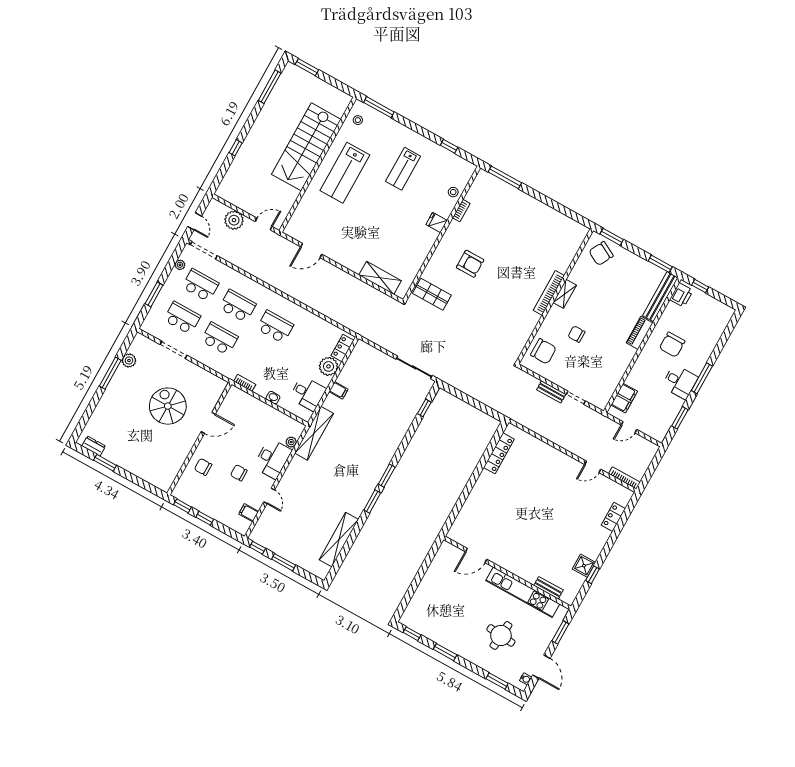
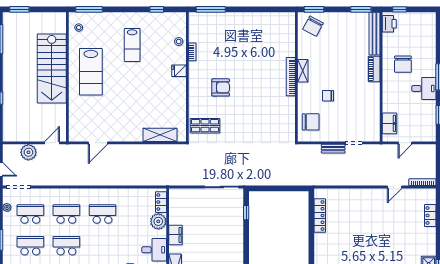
filing cabinet: (339, 390) -> (176, 235), width x2.00

